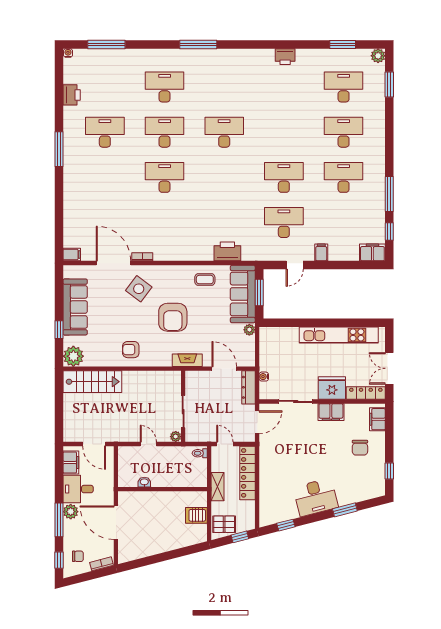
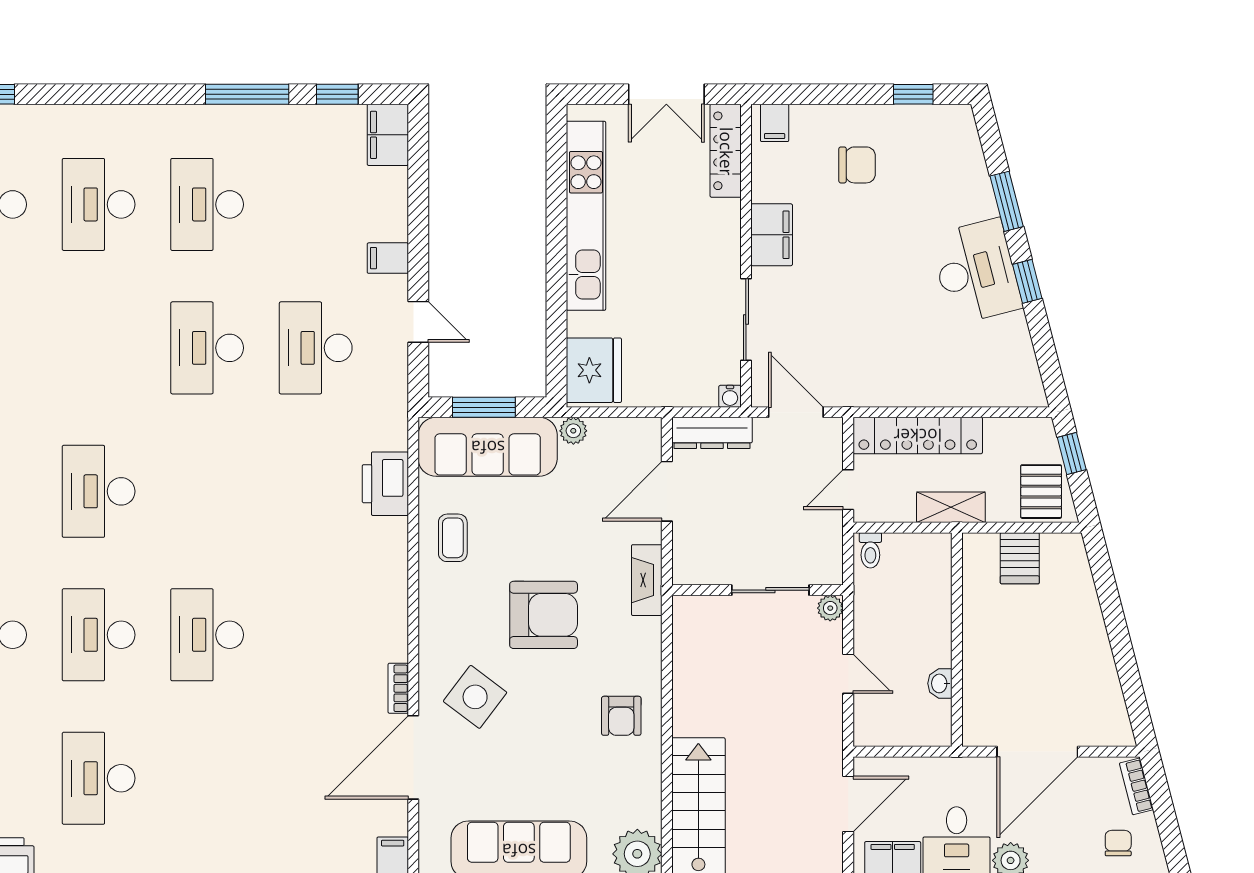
water cooler: (264, 377) -> (730, 396), moved
fridge: (332, 388) -> (594, 370), moved, turned 180
filing cabinet: (377, 419) -> (775, 123), width x0.50
door: (148, 444) -> (848, 674), swing flipped
window: (286, 525) -> (1027, 281), moved

